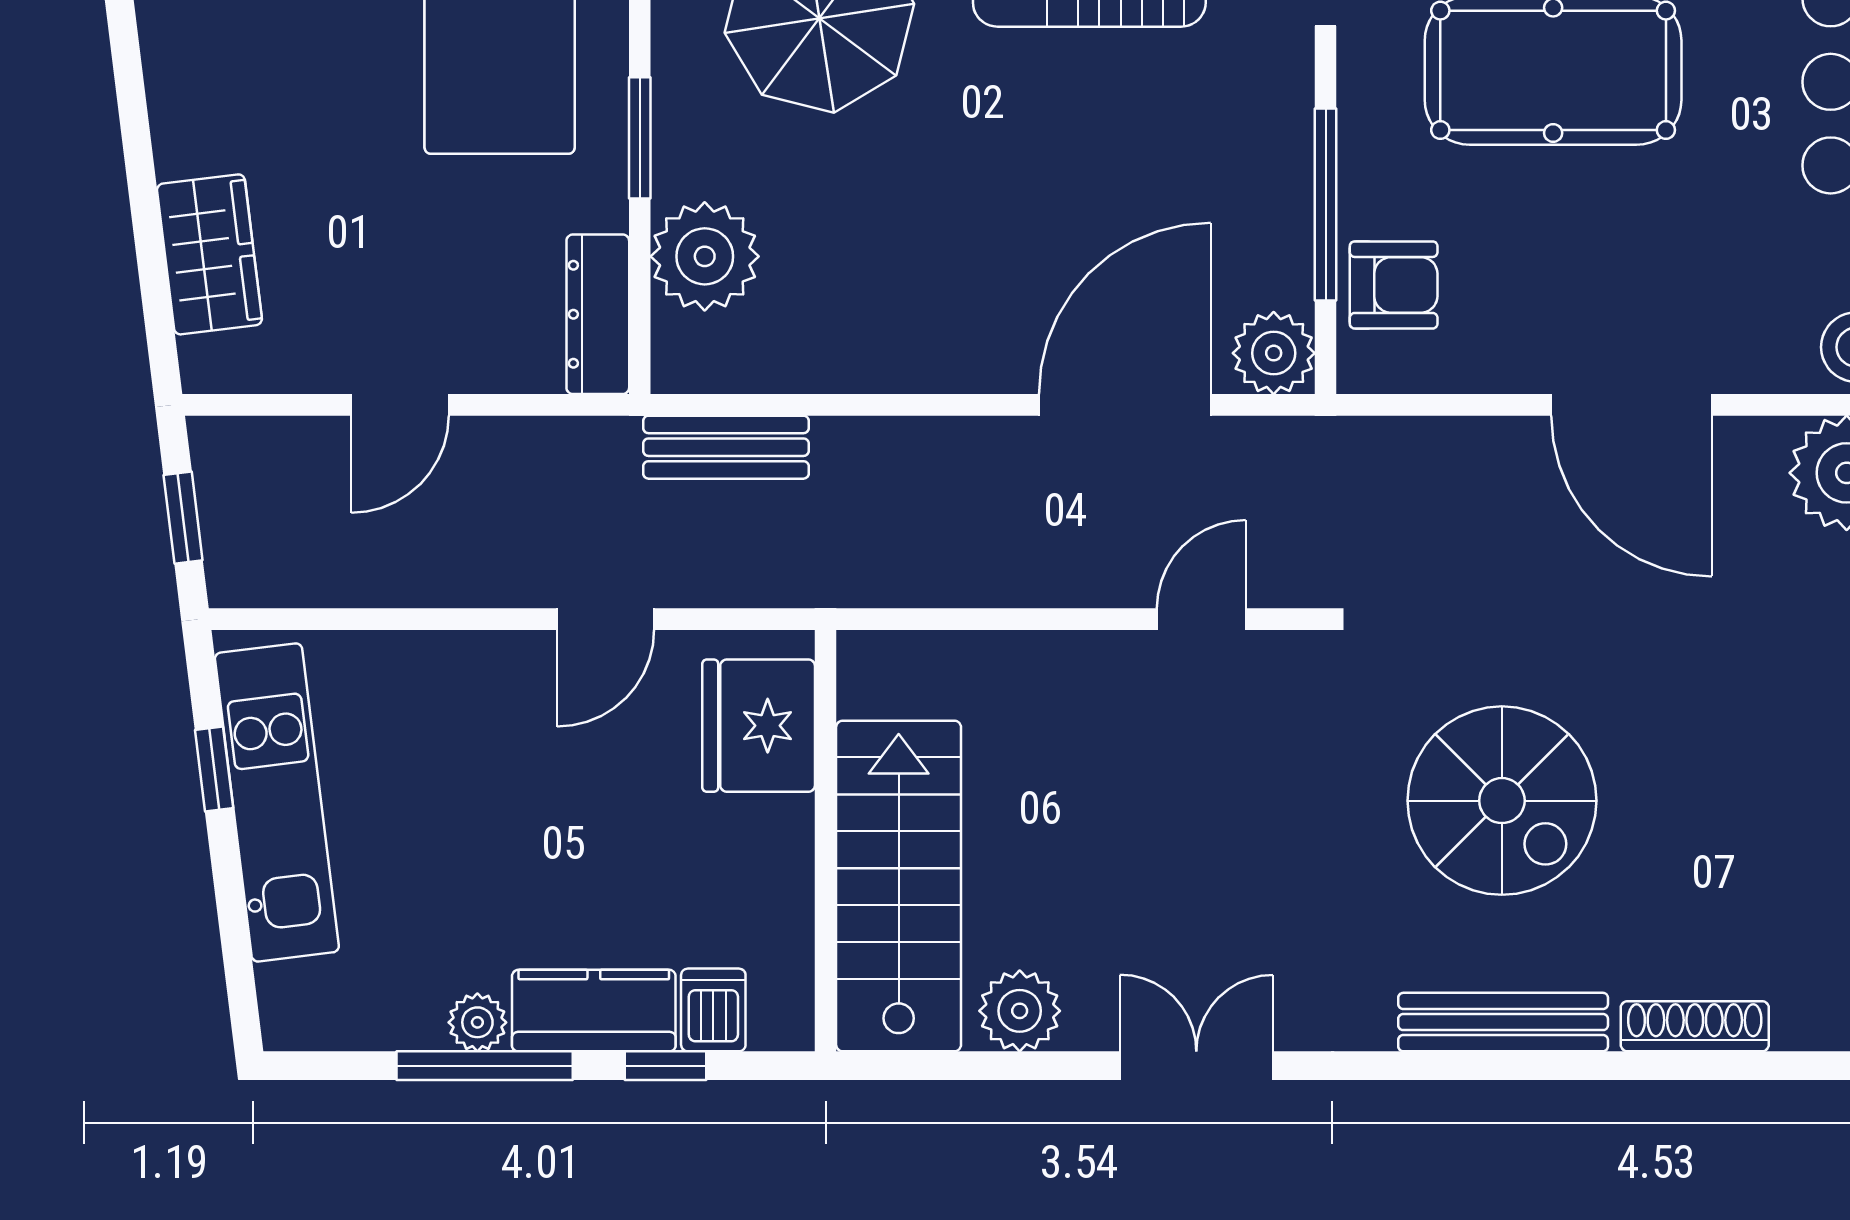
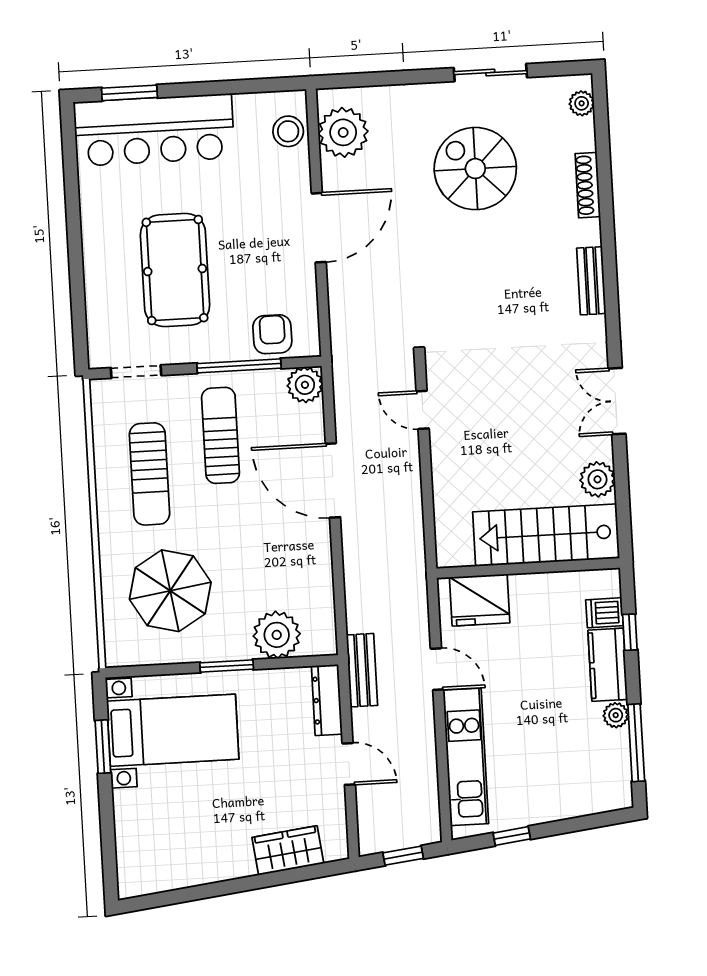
sun lounger: (1169, 153) -> (221, 435), added
dresser: (598, 314) -> (327, 700), moved, turned 90
door: (1125, 405) -> (333, 480), moved
bench: (726, 447) -> (362, 670), moved
spiral stairs: (1502, 801) -> (475, 169), moved, turned -90
kitchen unit: (277, 802) -> (466, 757), moved, turned 97
bench: (1503, 1022) -> (591, 281), width x0.73
window: (485, 1066) -> (636, 743), moved

